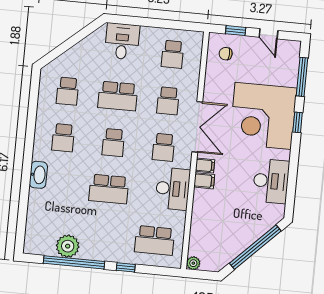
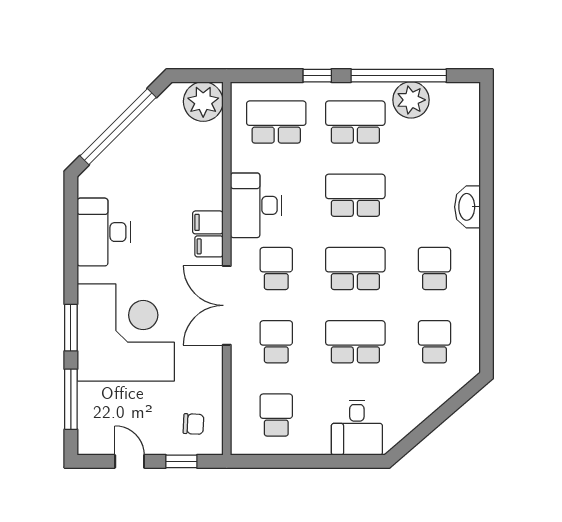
window: (298, 122) -> (71, 328), width x1.50
school desk: (113, 143) -> (355, 268), width x1.85
school desk: (104, 236) -> (355, 122), added
plant: (193, 263) -> (203, 102), width x1.87, depth x1.87

